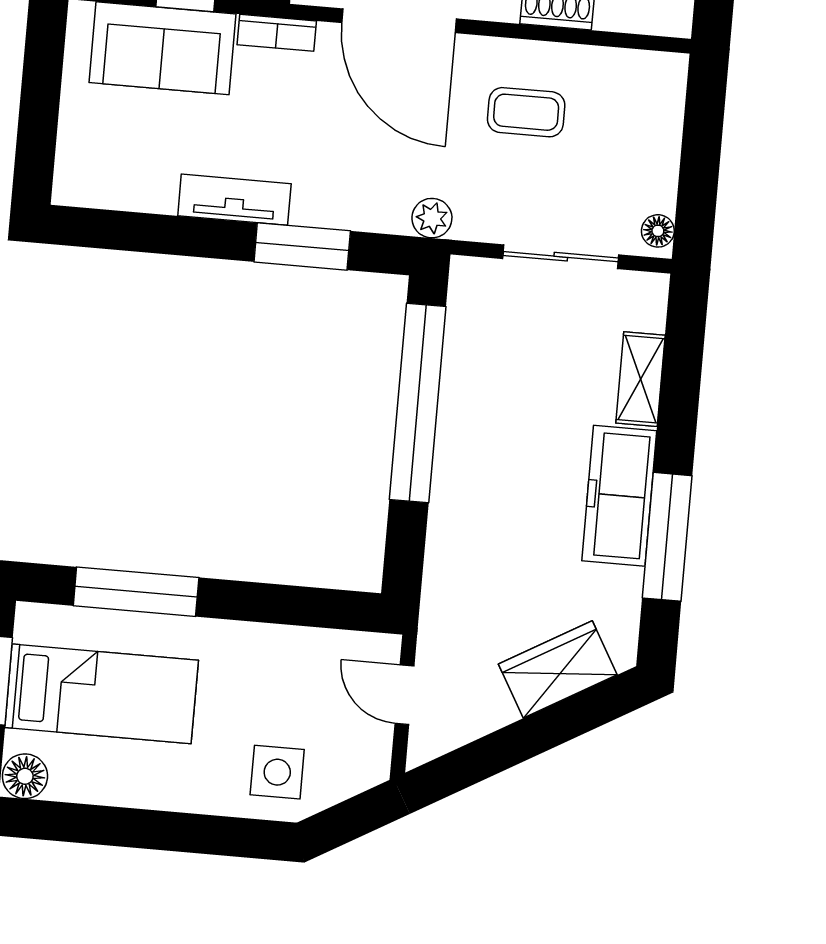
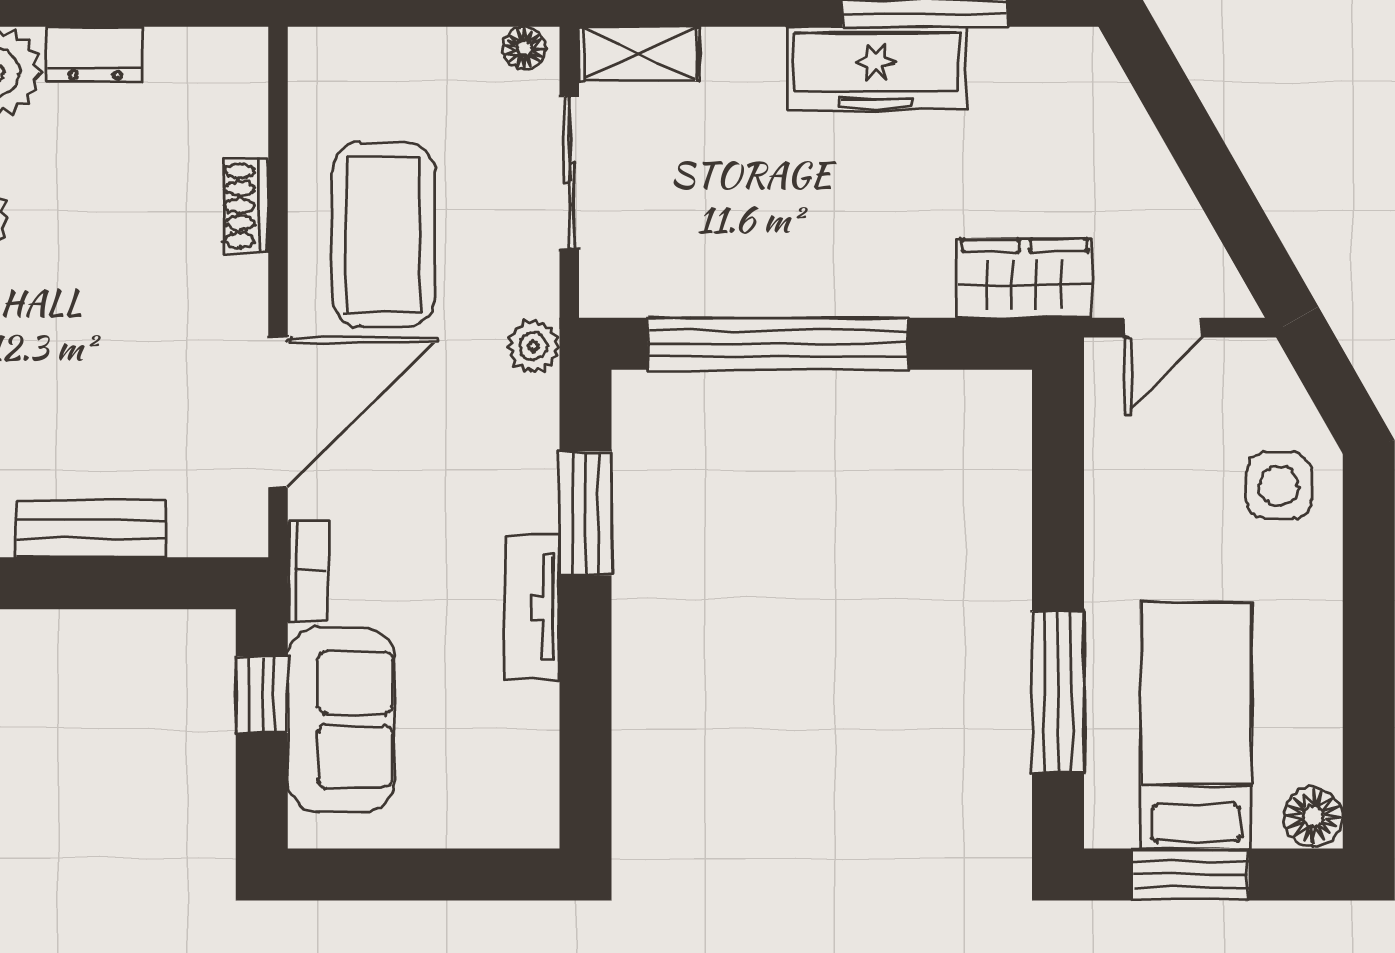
coffee table: (526, 112) -> (383, 235), width x1.86, depth x1.72
shelving: (641, 379) -> (639, 54), moved
wardrobe: (558, 669) -> (1024, 278), moved, turned 120

